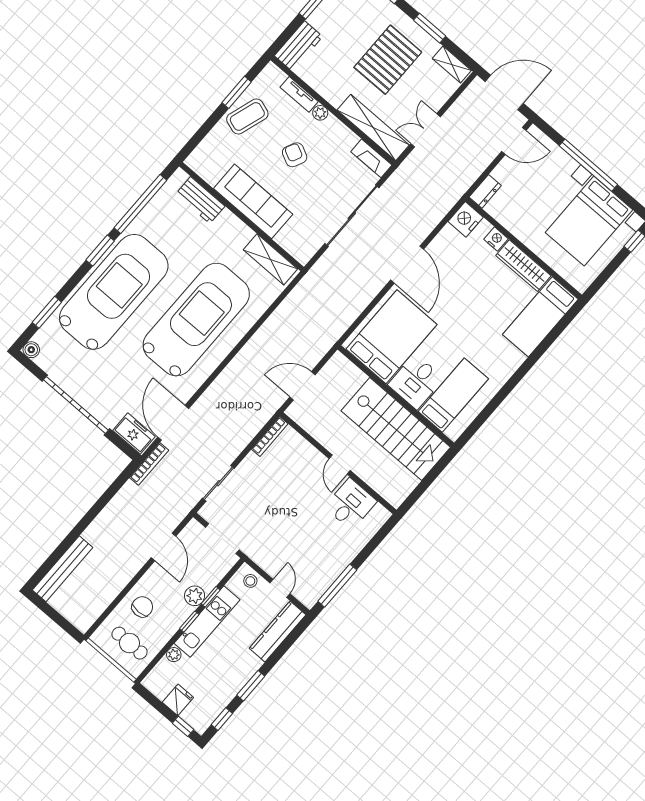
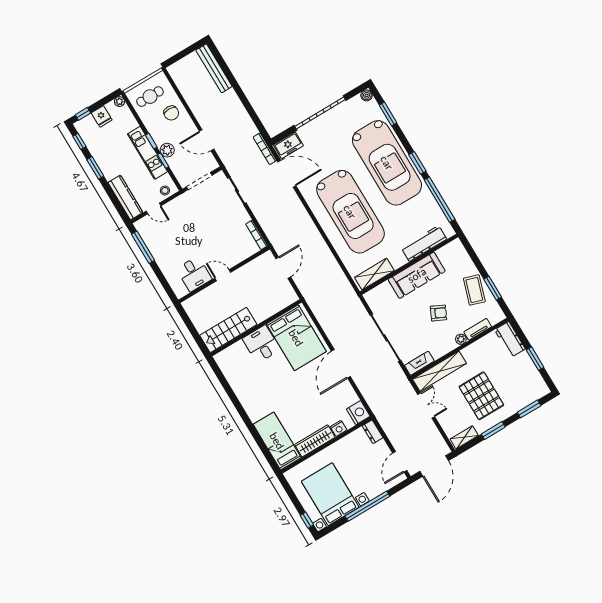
workbench: (200, 200) -> (424, 243), width x1.37
door: (407, 265) -> (341, 364), hinge flipped
bed: (453, 395) -> (244, 366), removed
stairs: (396, 429) -> (228, 330), width x0.73, depth x0.66
plant: (174, 655) -> (120, 102), moved

